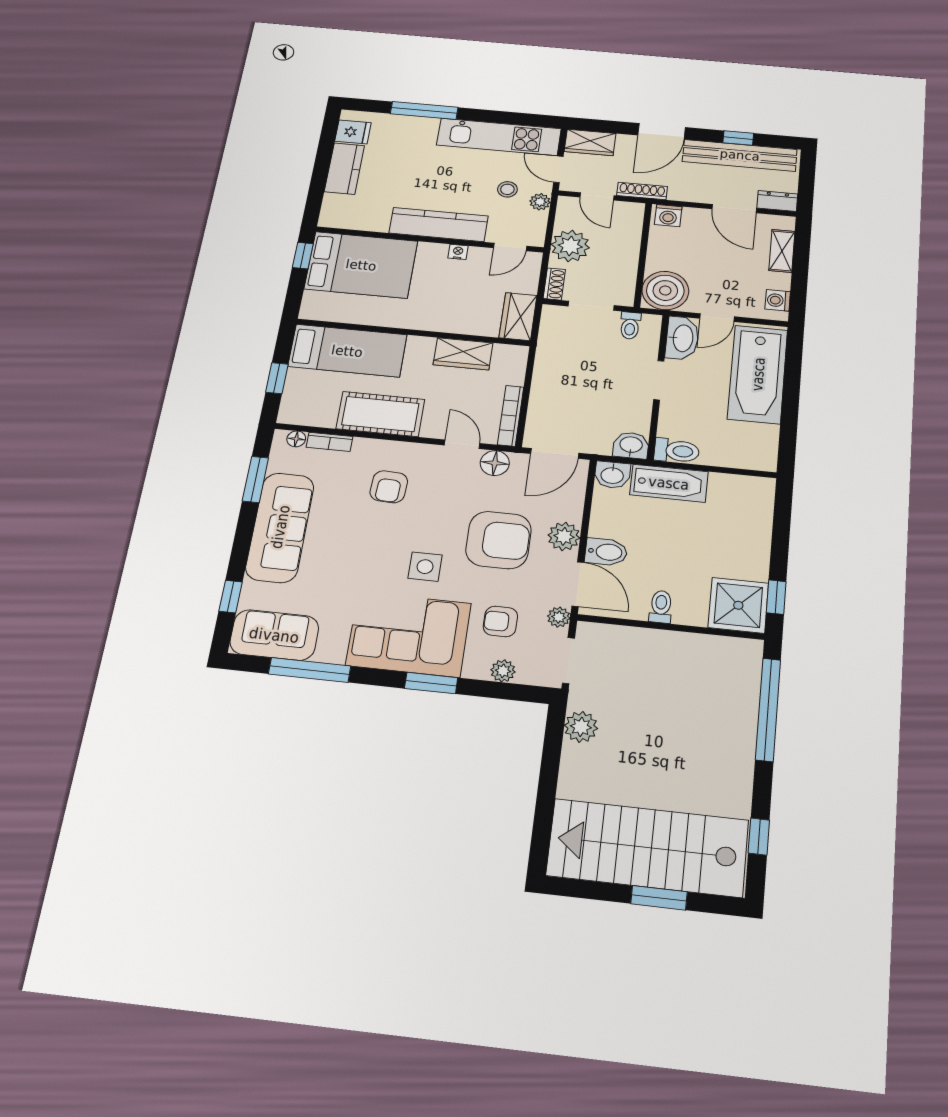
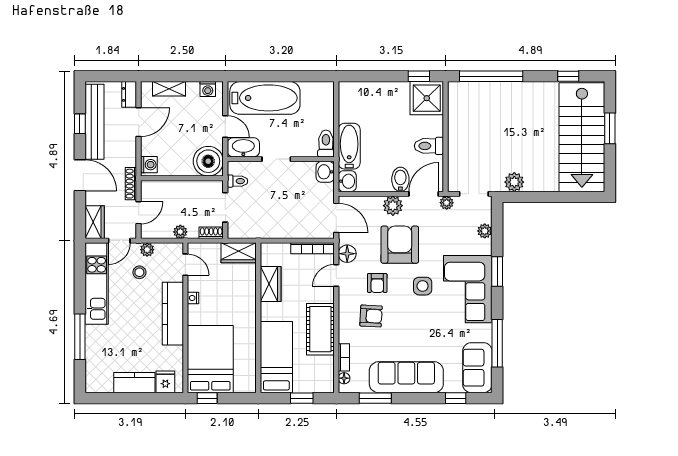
fridge: (353, 132) -> (165, 382), moved
plant: (570, 246) -> (180, 232), width x0.53, depth x0.53
toilet: (661, 607) -> (429, 146), width x1.37, depth x1.39
armchair: (500, 621) -> (377, 283), moved

